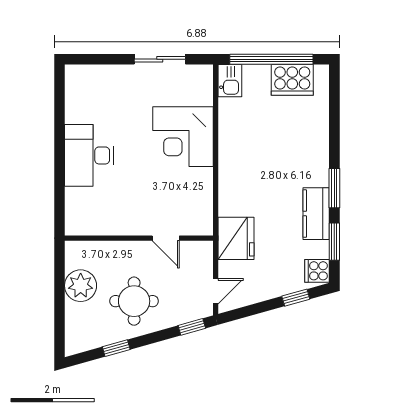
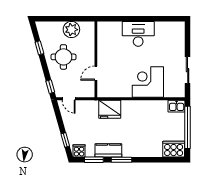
cooker: (292, 80) -> (174, 149), moved, turned 90
fridge: (236, 238) -> (110, 109), moved

